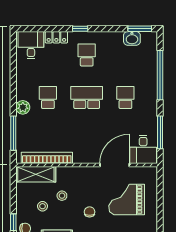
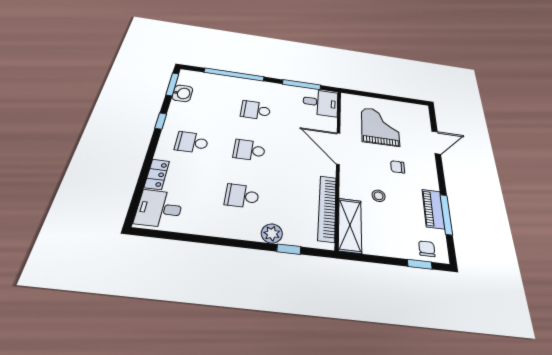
window: (80, 29) -> (161, 121), moved
school desk: (87, 97) -> (249, 150), width x0.54
plant: (23, 107) -> (272, 233), moved
window: (13, 133) -> (289, 249), width x0.46
door: (115, 165) -> (338, 148), moved
grand piano: (127, 200) -> (380, 127), turned 180
stool: (43, 206) -> (394, 222), removed

